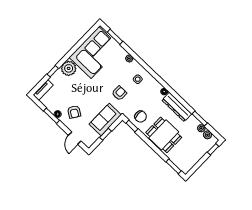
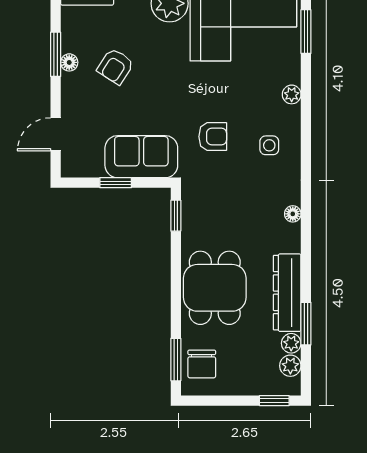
dresser: (177, 107) -> (287, 293), moved
armchair: (74, 112) -> (115, 66), moved
chair: (141, 117) -> (202, 364), moved

